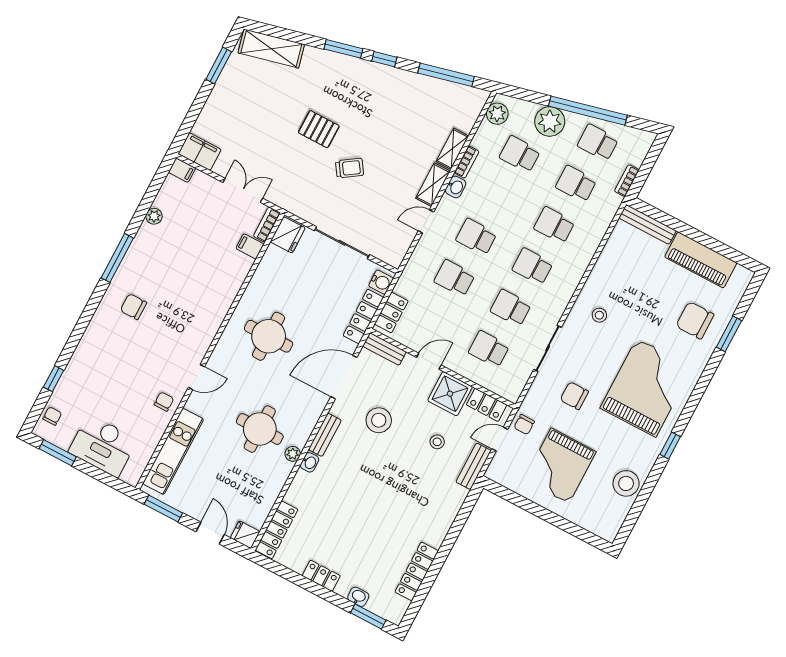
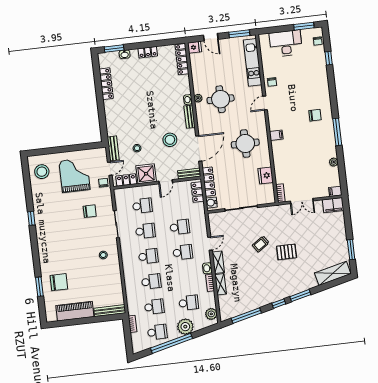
fridge: (288, 235) -> (266, 175), moved
filing cabinet: (250, 246) -> (276, 135), moved
grand piano: (646, 388) -> (60, 237), removed
stool: (626, 483) -> (42, 172), moved

